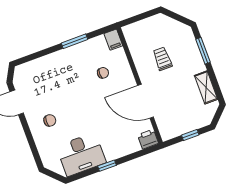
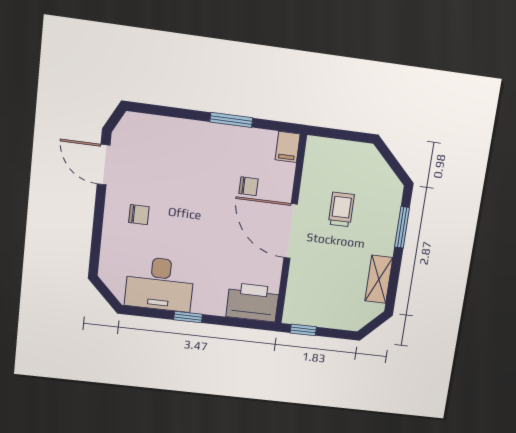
door: (146, 101) -> (291, 231), moved
window: (190, 135) -> (303, 330), moved
printer: (148, 139) -> (253, 302), width x1.87, depth x1.48

